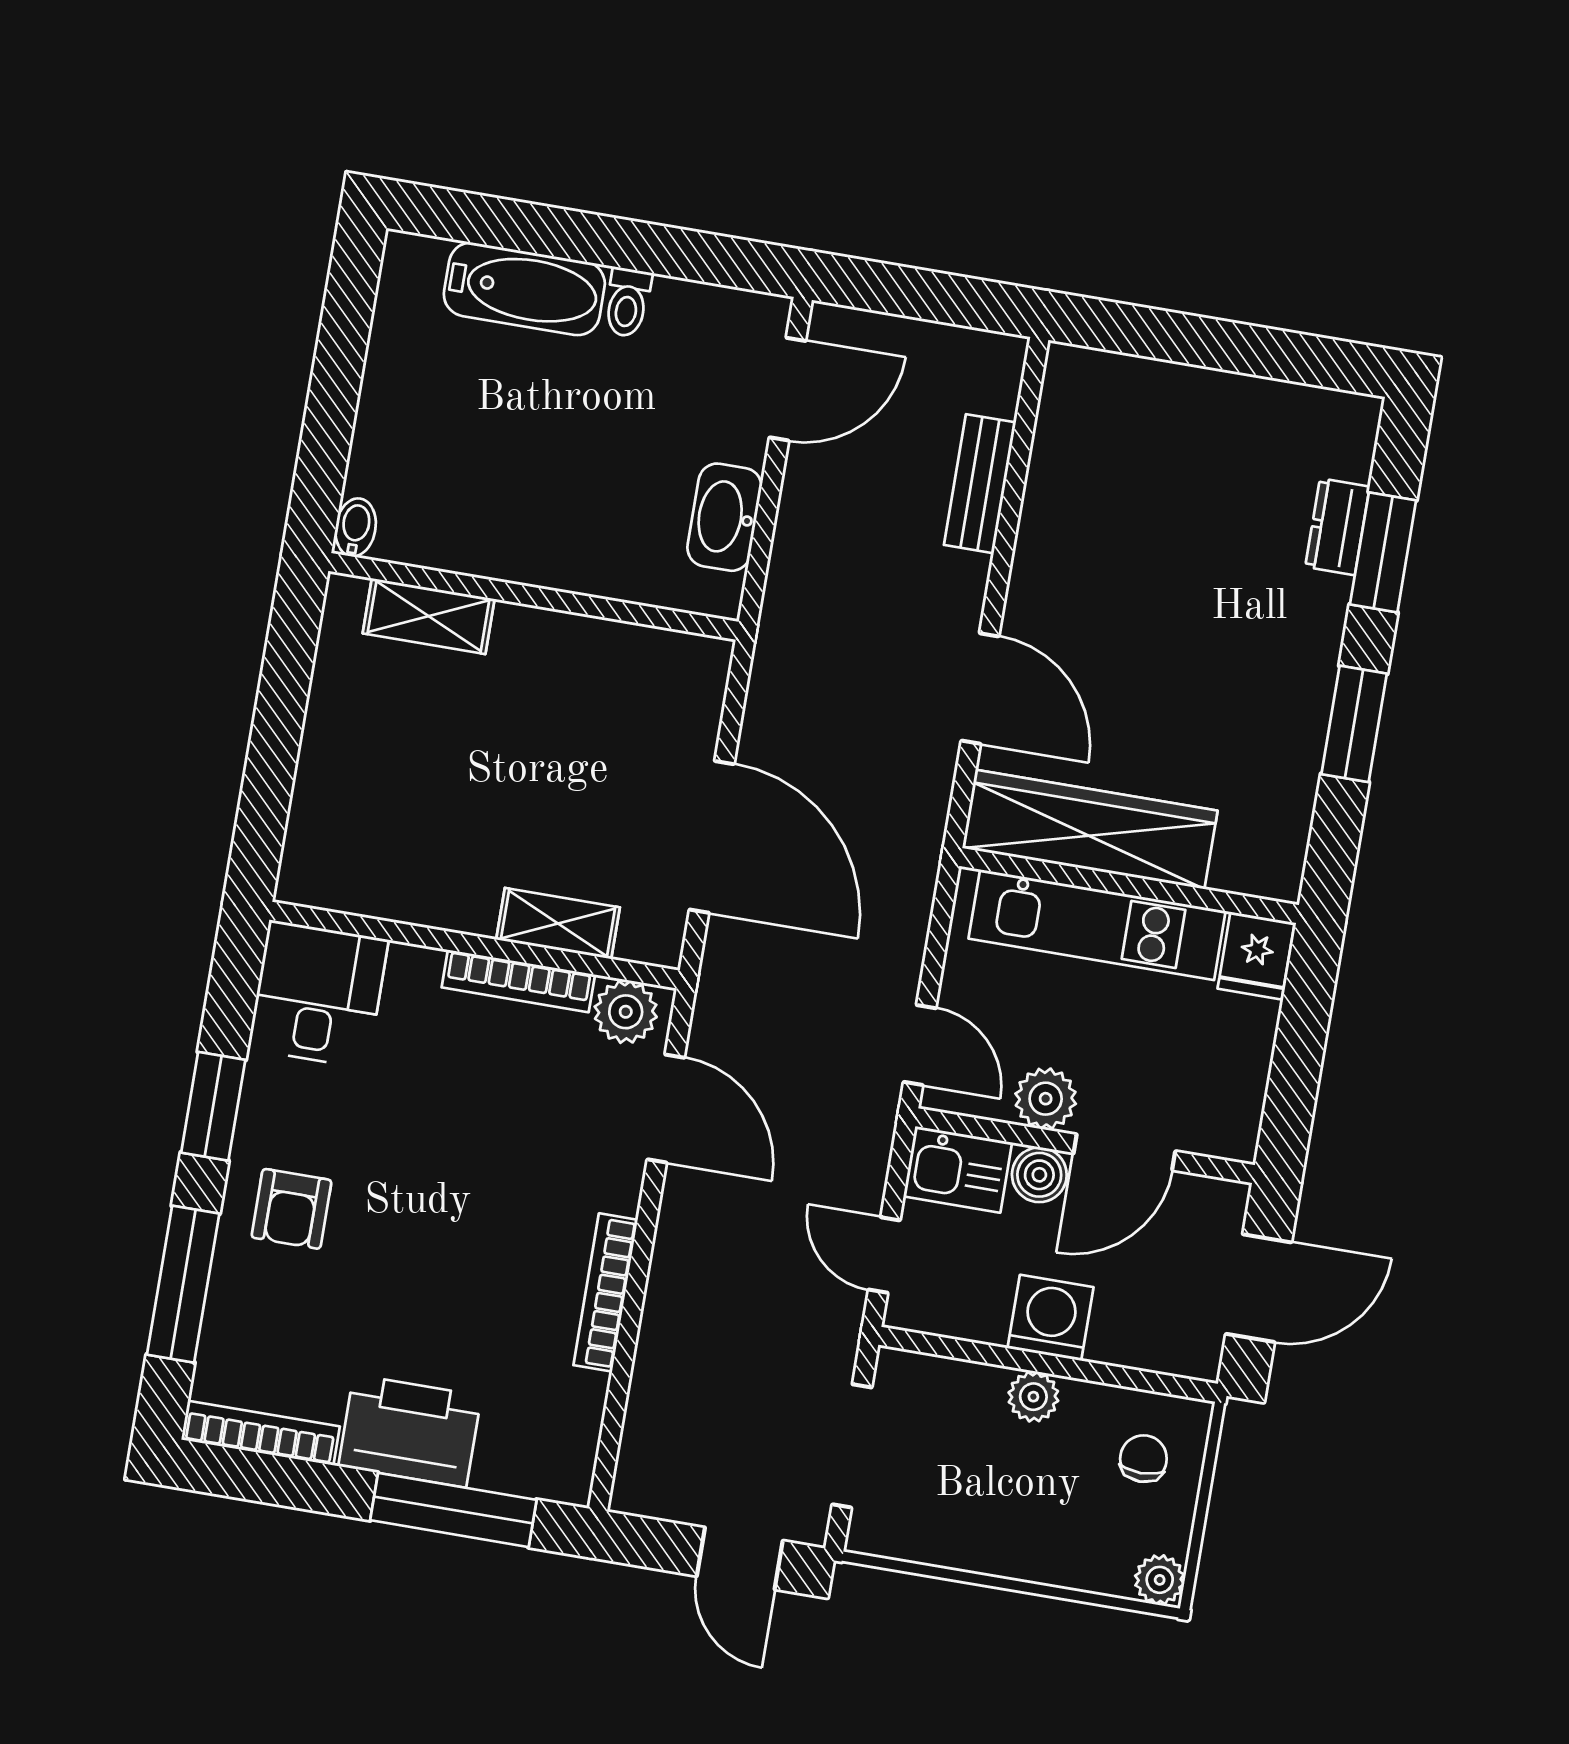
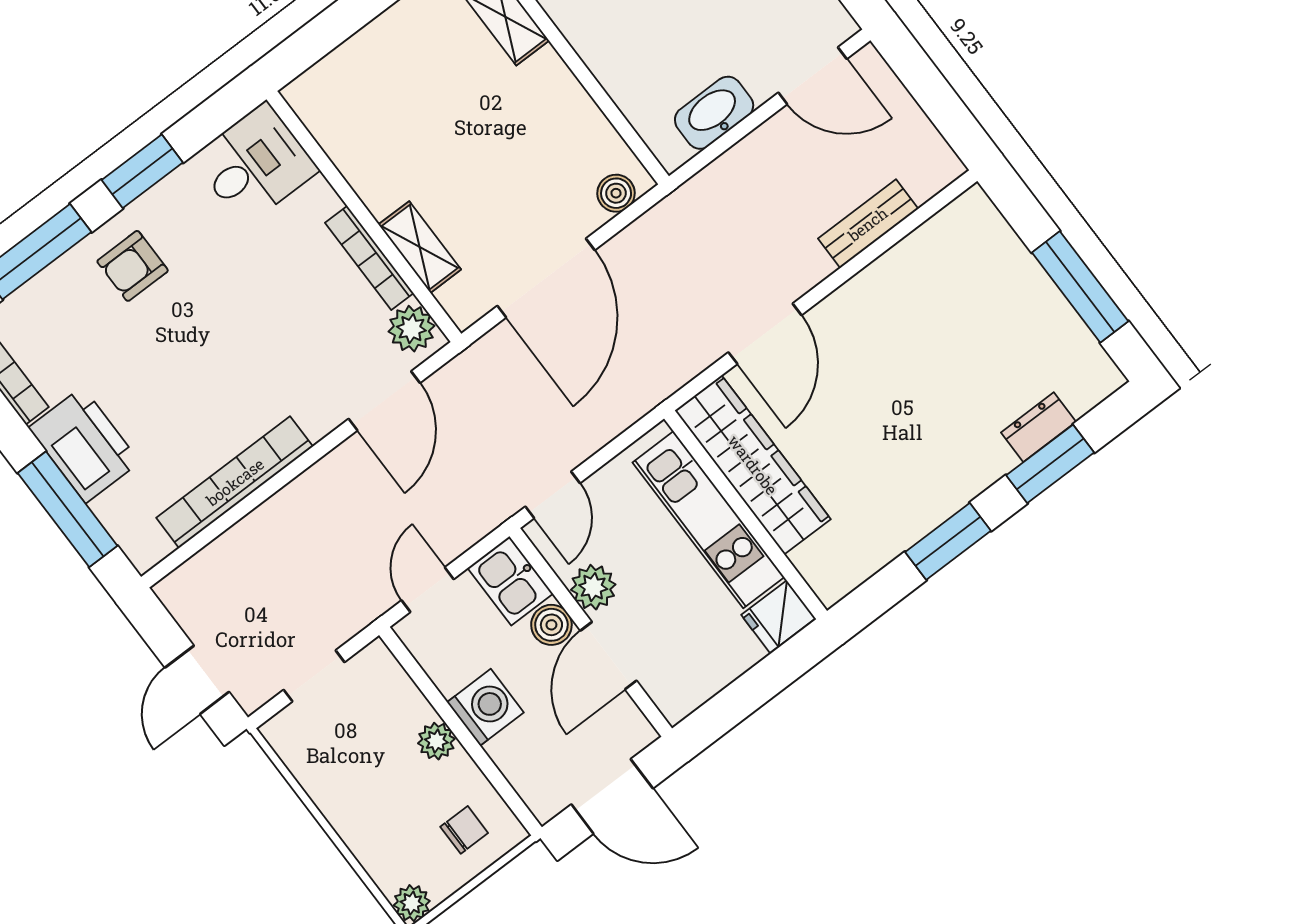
window: (1248, 349) -> (1080, 287), added
boiler: (702, 688) -> (616, 193), added
door: (1124, 1152) -> (609, 656), hinge flipped
bookcase: (606, 1292) -> (235, 482), width x1.48, depth x1.31
doorway: (852, 1446) -> (314, 676), width x0.73

